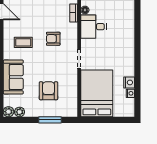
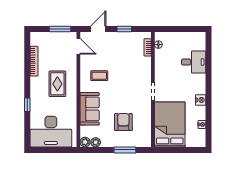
desk: (94, 27) -> (194, 62), moved, turned 180
armchair: (53, 39) -> (128, 72), removed
nightstand: (129, 82) -> (201, 100), moved

